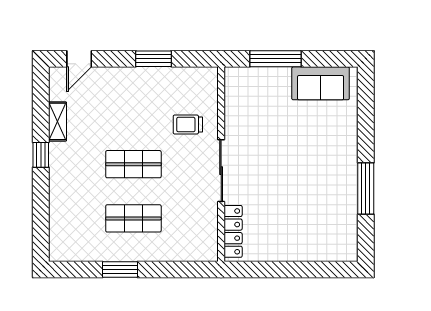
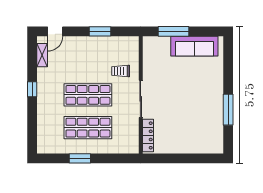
sofa: (321, 83) -> (194, 46), width x1.36
shelving: (58, 121) -> (42, 55), moved
shop shelf: (133, 164) -> (88, 95), width x1.43, depth x1.36
shop shelf: (133, 218) -> (88, 128), width x1.43, depth x1.36

